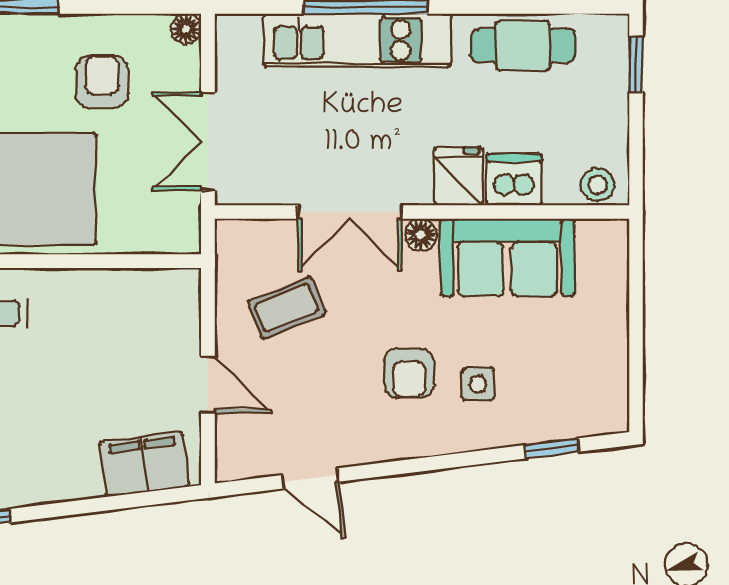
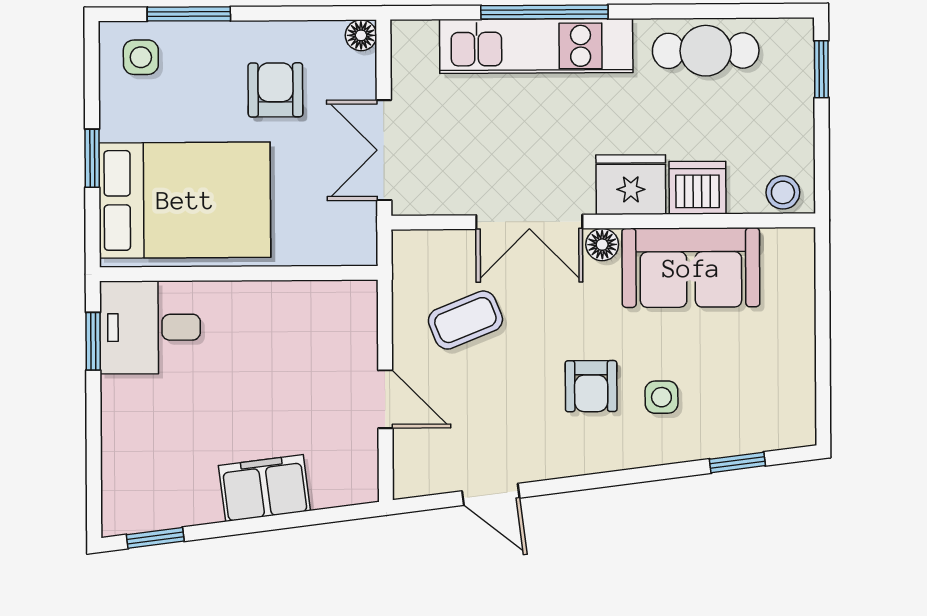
fridge: (459, 176) -> (631, 185), width x1.38
filing cabinet: (144, 464) -> (264, 488), moved

